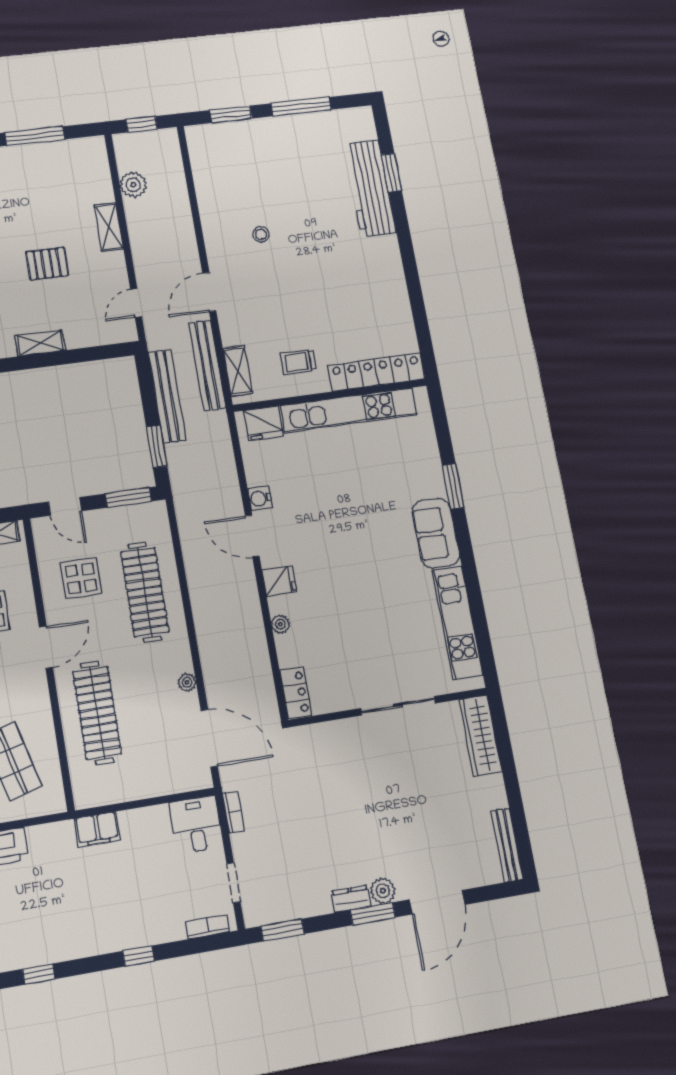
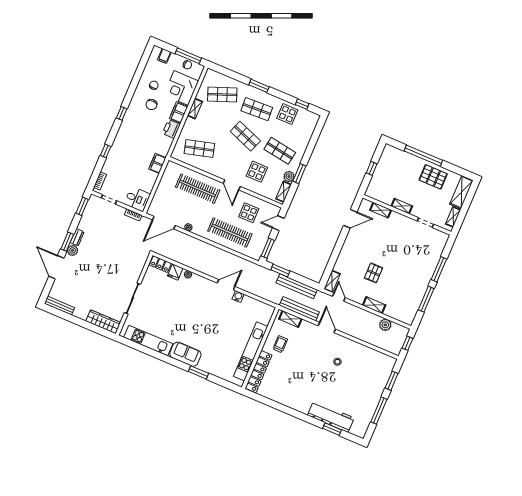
shelving: (40, 343) -> (332, 281), moved
fridge: (263, 423) -> (265, 316), removed
fridge: (279, 581) -> (175, 272), moved

